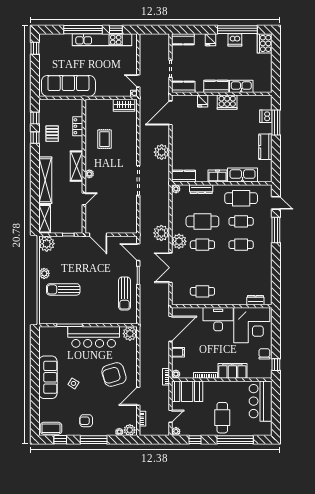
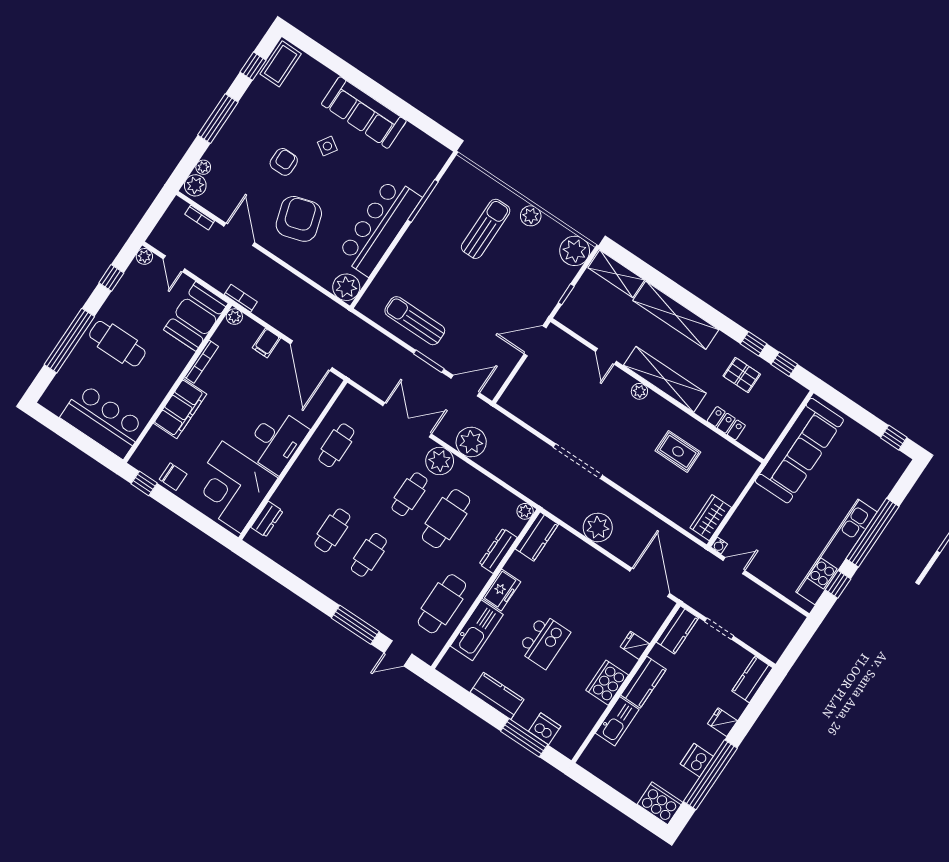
kitchen island: (228, 142) -> (544, 641), added
shelving: (77, 166) -> (665, 379), width x1.47
cafe table: (241, 221) -> (332, 530), moved
armchair: (86, 421) -> (284, 162), moved

